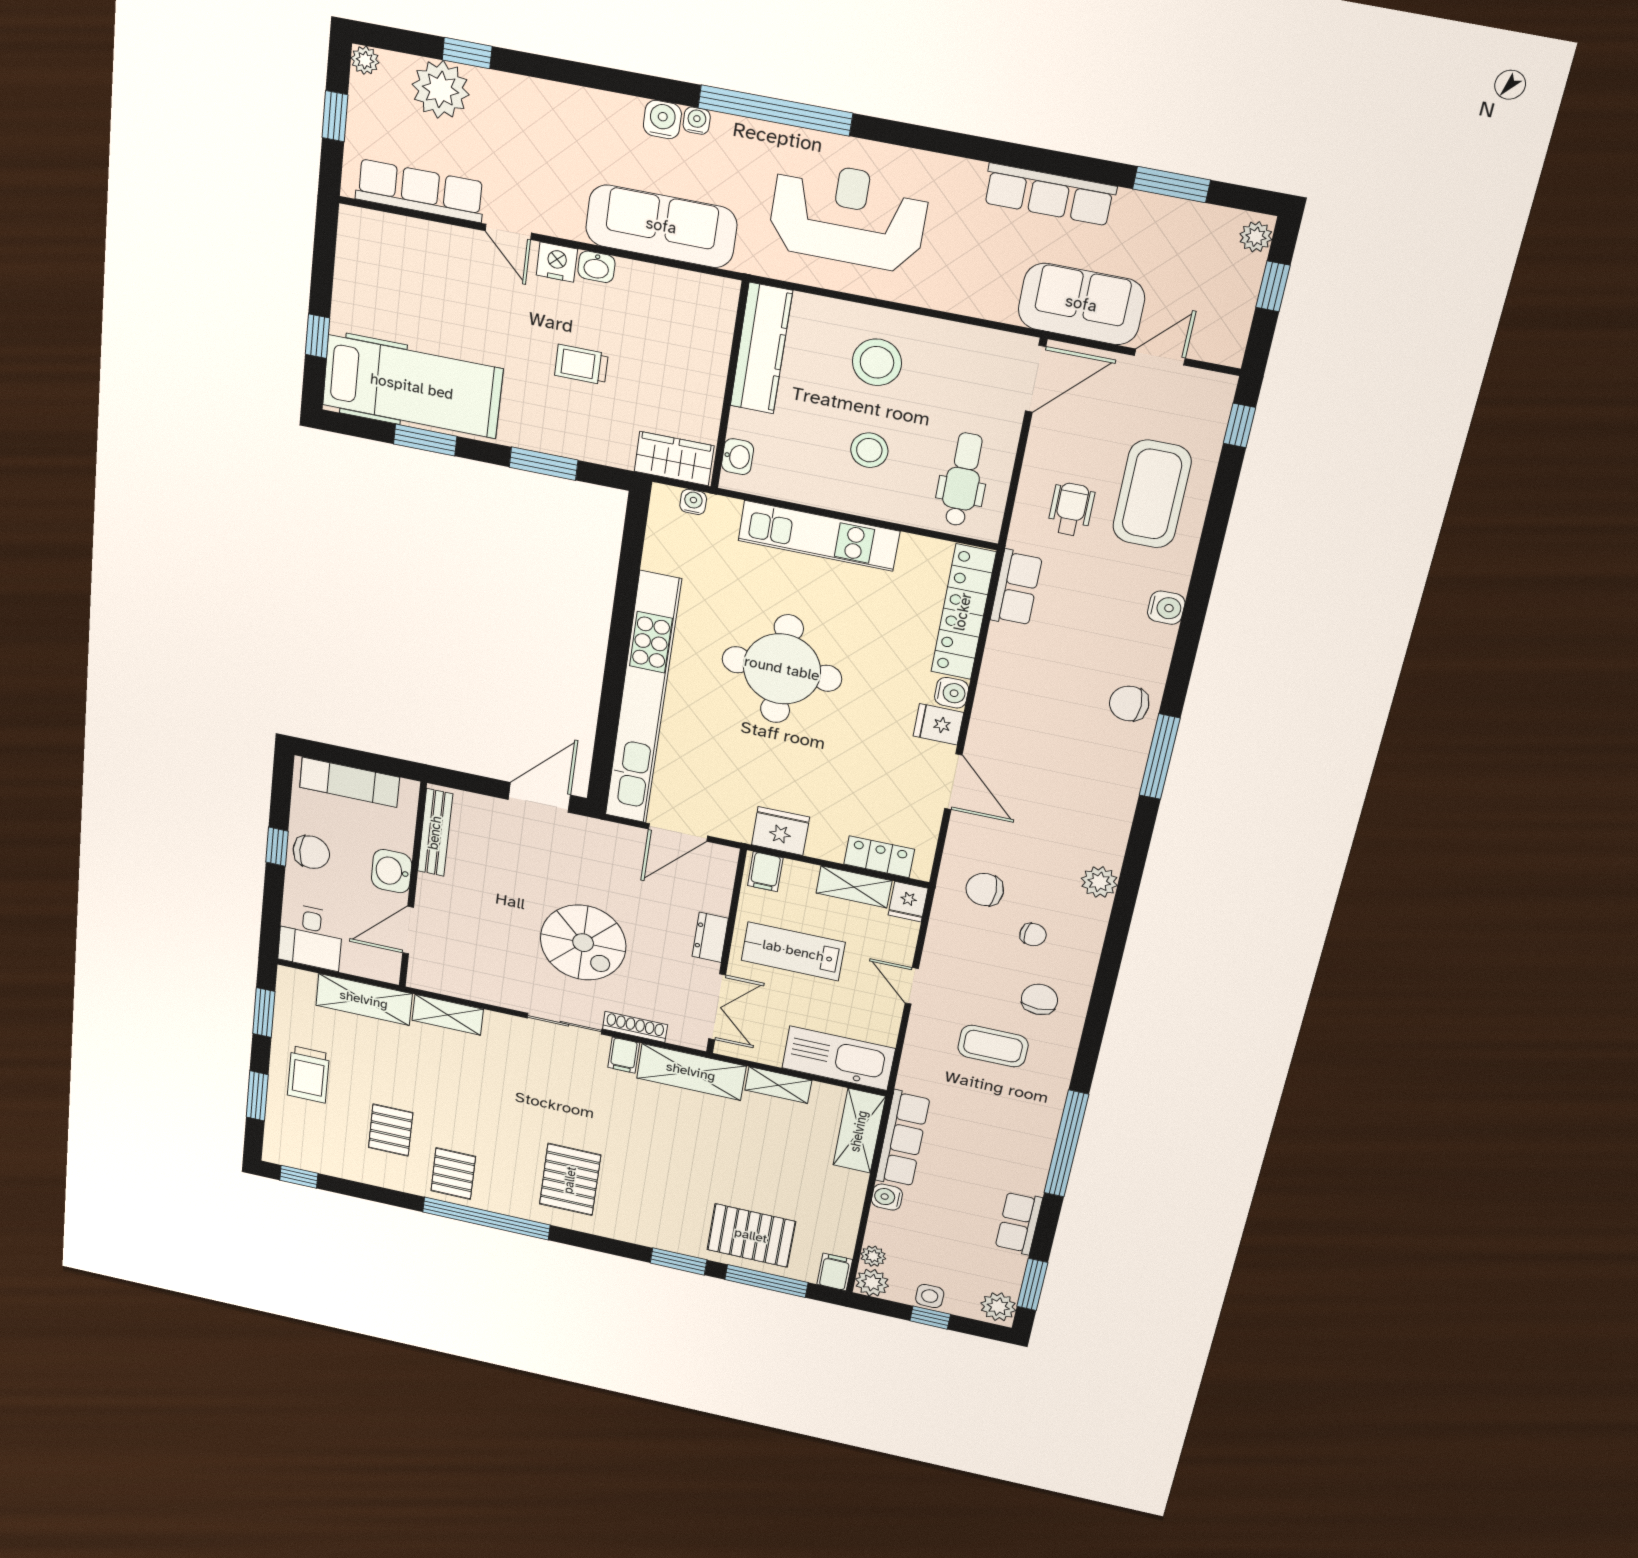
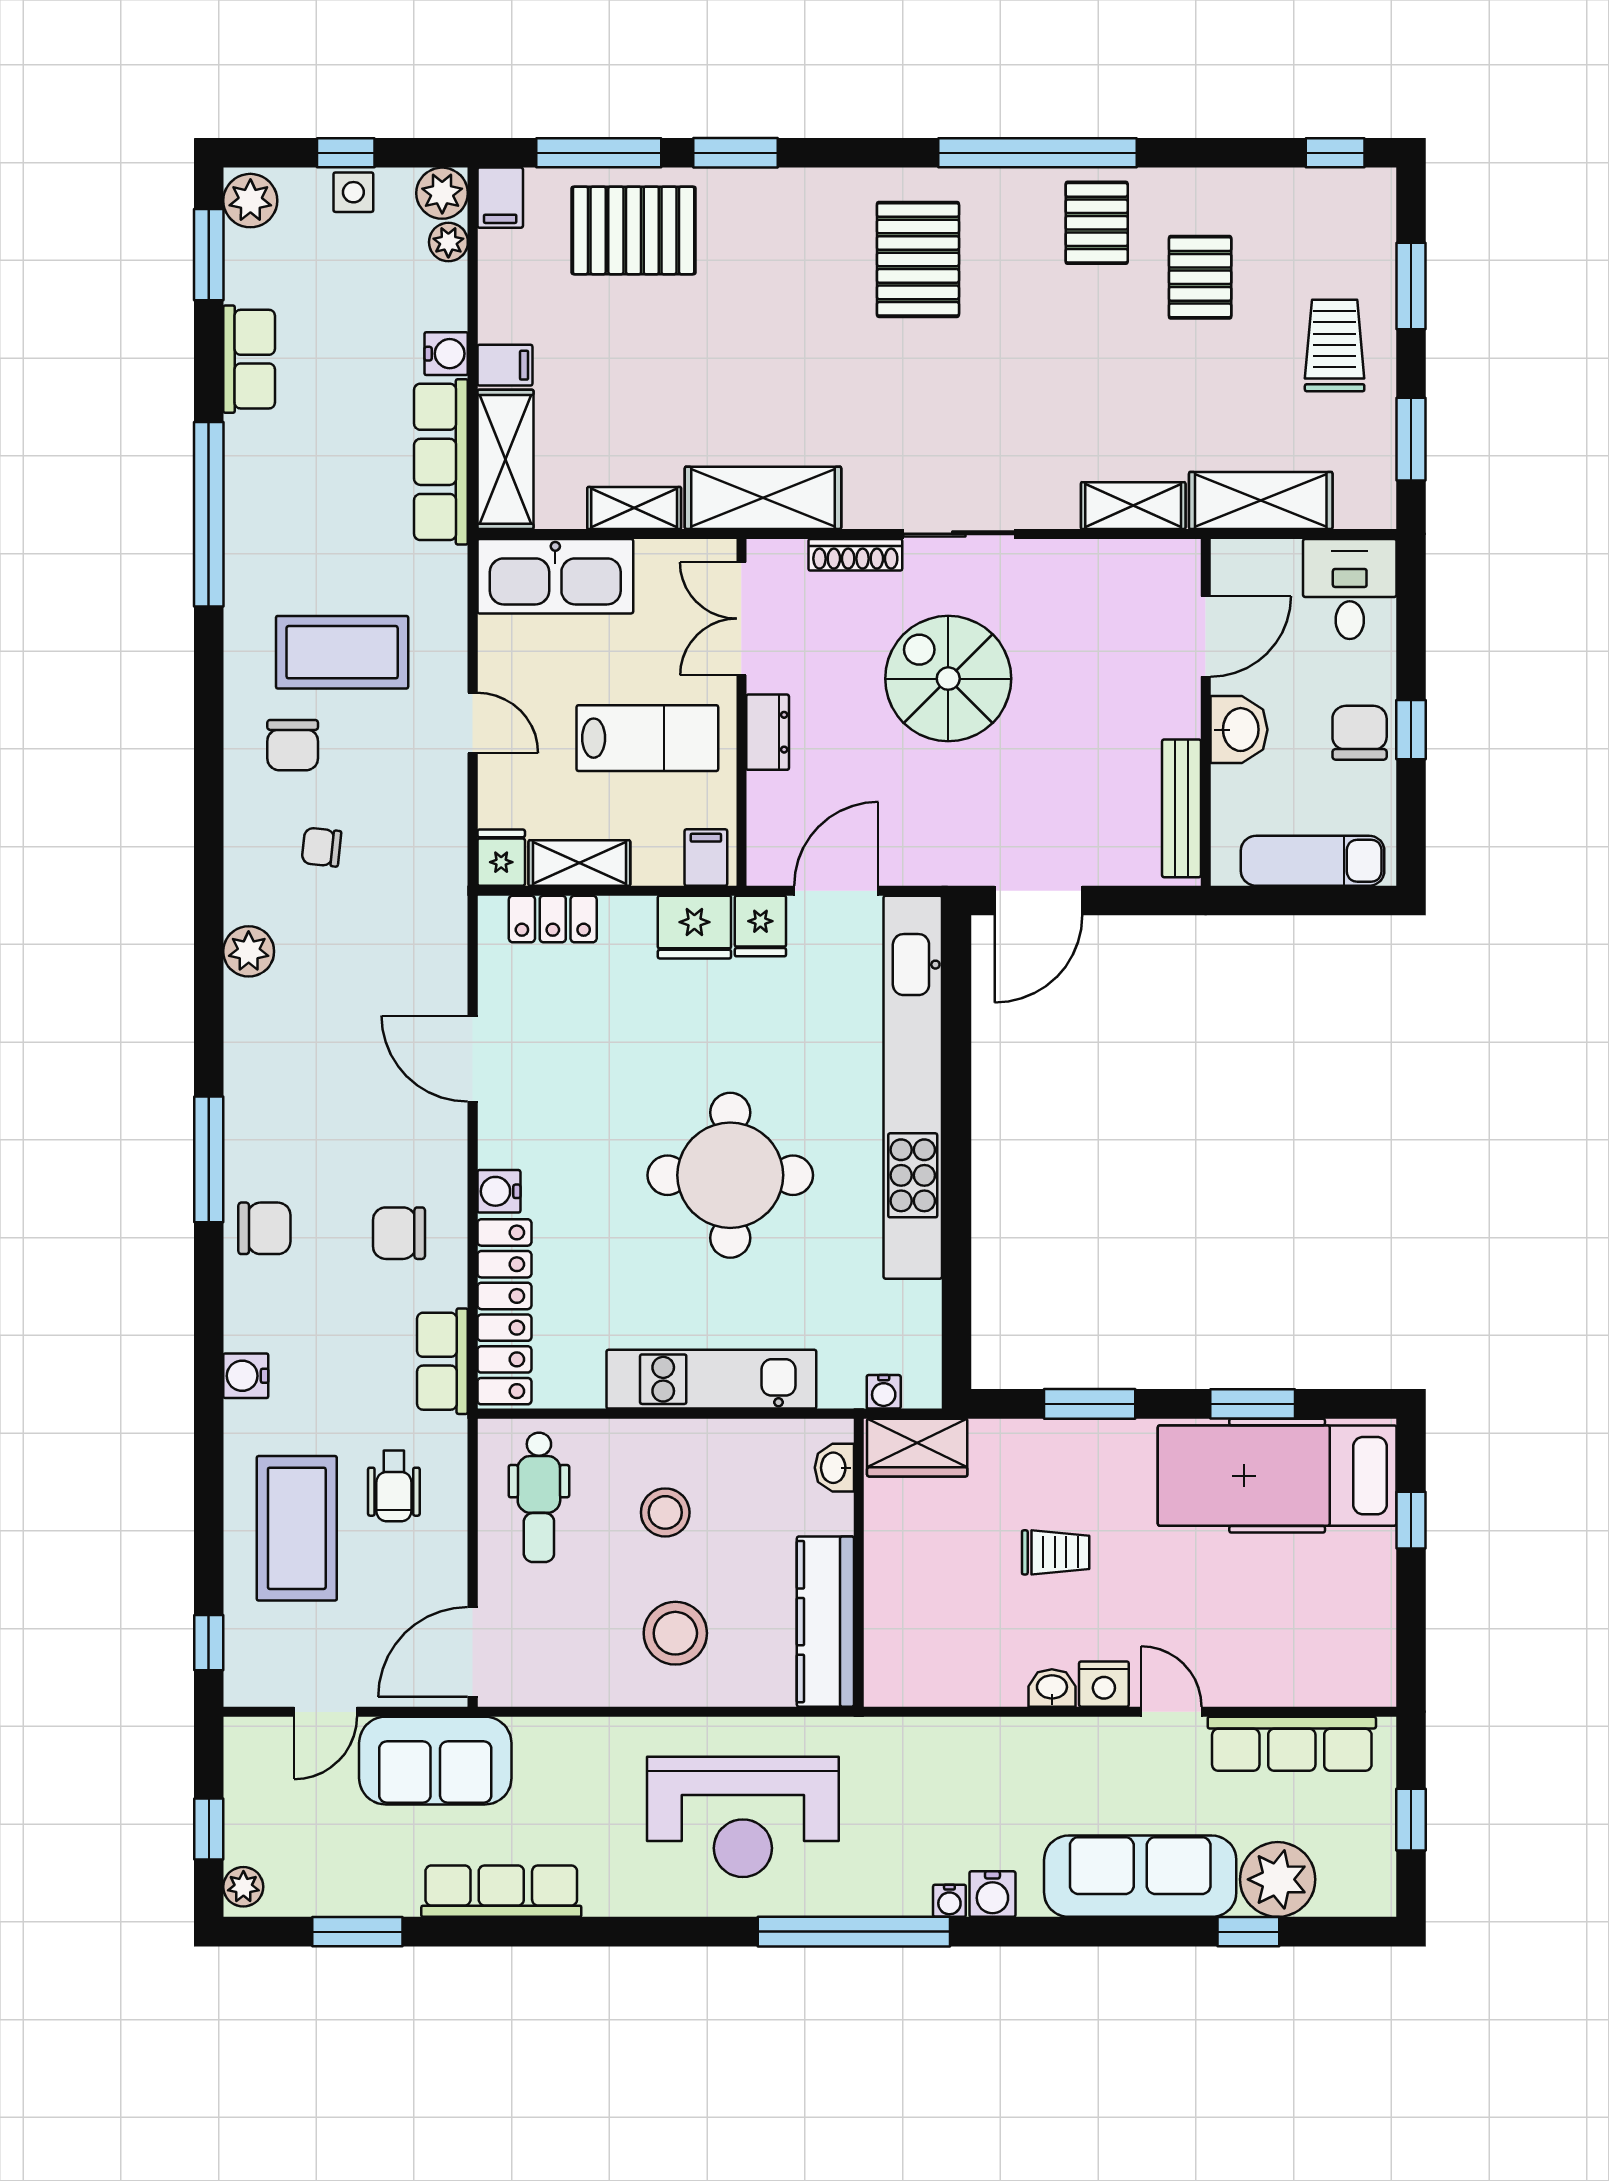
plant: (365, 60) -> (1378, 1899), removed
sofa: (661, 226) -> (1140, 1876), moved, turned 180
fridge: (938, 724) -> (760, 926), moved, turned 90
chair: (311, 852) -> (1360, 733), turned 90
chair: (985, 890) -> (399, 1233), moved, turned 180
coffee table: (993, 1046) -> (342, 652), width x1.36, depth x1.32
filing cabinet: (624, 1055) -> (505, 365), moved, turned 90

